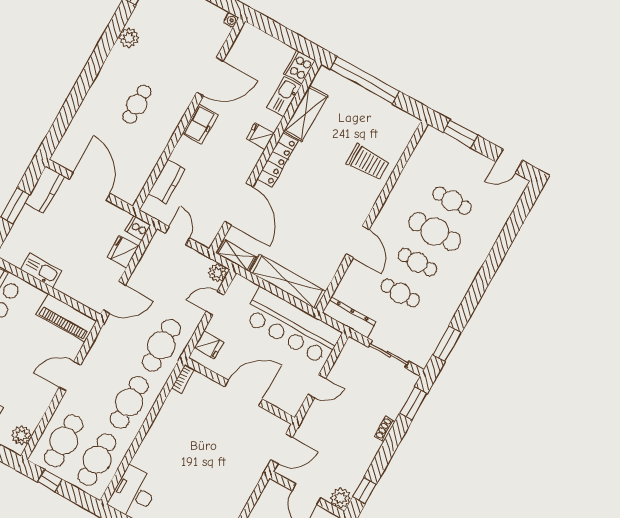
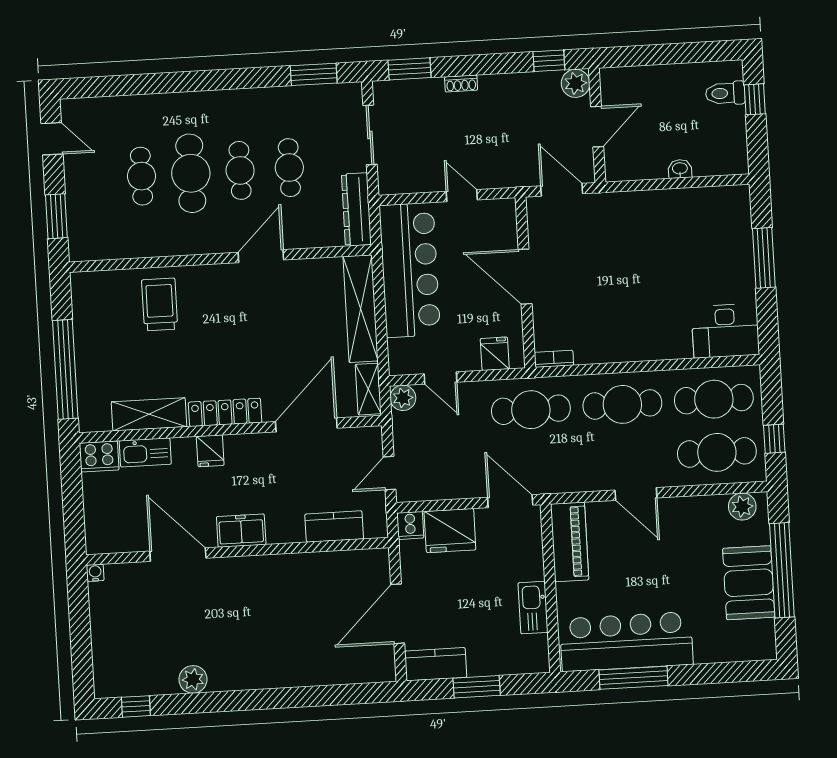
cafe table: (137, 104) -> (265, 620), removed
fridge: (123, 252) -> (450, 531), width x1.36, depth x1.34

